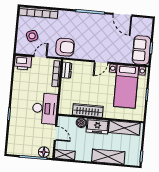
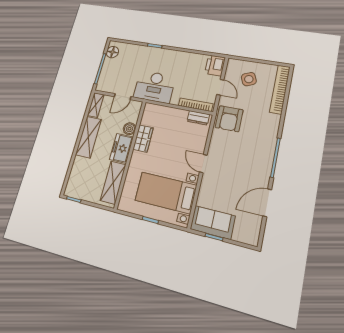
wardrobe: (88, 110) -> (143, 138), width x0.67
floor lamp: (44, 152) -> (112, 52), moved
shelving: (108, 157) -> (88, 137), moved

